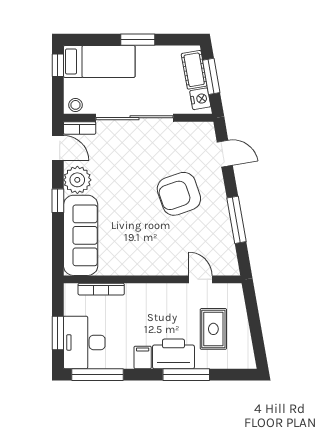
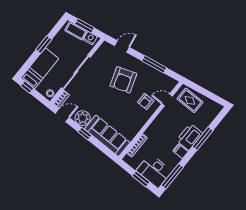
armchair: (174, 251) -> (146, 101), added
rug: (213, 329) -> (190, 100), moved

